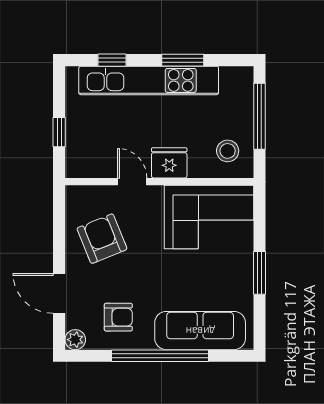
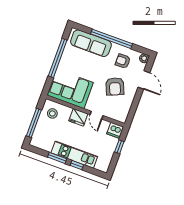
window: (112, 60) -> (77, 165), moved
kitchen unit: (149, 80) -> (74, 155), width x0.73
dishwasher: (81, 164) -> (115, 130), added
armchair: (102, 239) -> (115, 86), moved
window: (259, 273) -> (58, 58), width x2.11

